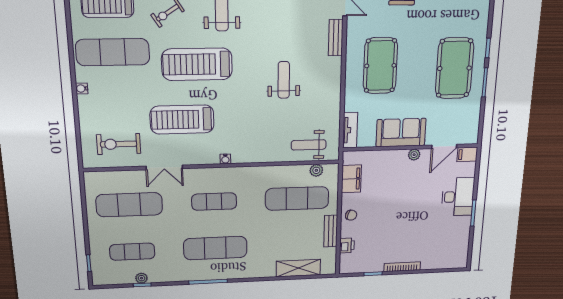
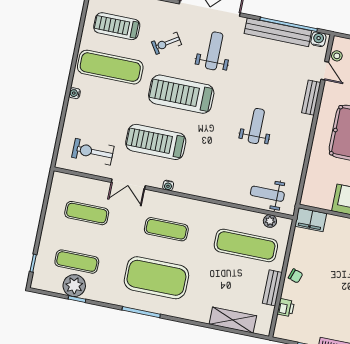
tv unit: (350, 130) -> (309, 188), removed
water cooler: (225, 159) -> (168, 185), moved
filing cabinet: (351, 179) -> (311, 220), moved, turned 90
exercise mat: (129, 205) -> (87, 213), width x0.73, depth x0.69
exercise mat: (215, 248) -> (156, 278), width x1.47
plant: (141, 278) -> (74, 286), width x1.87, depth x1.87

